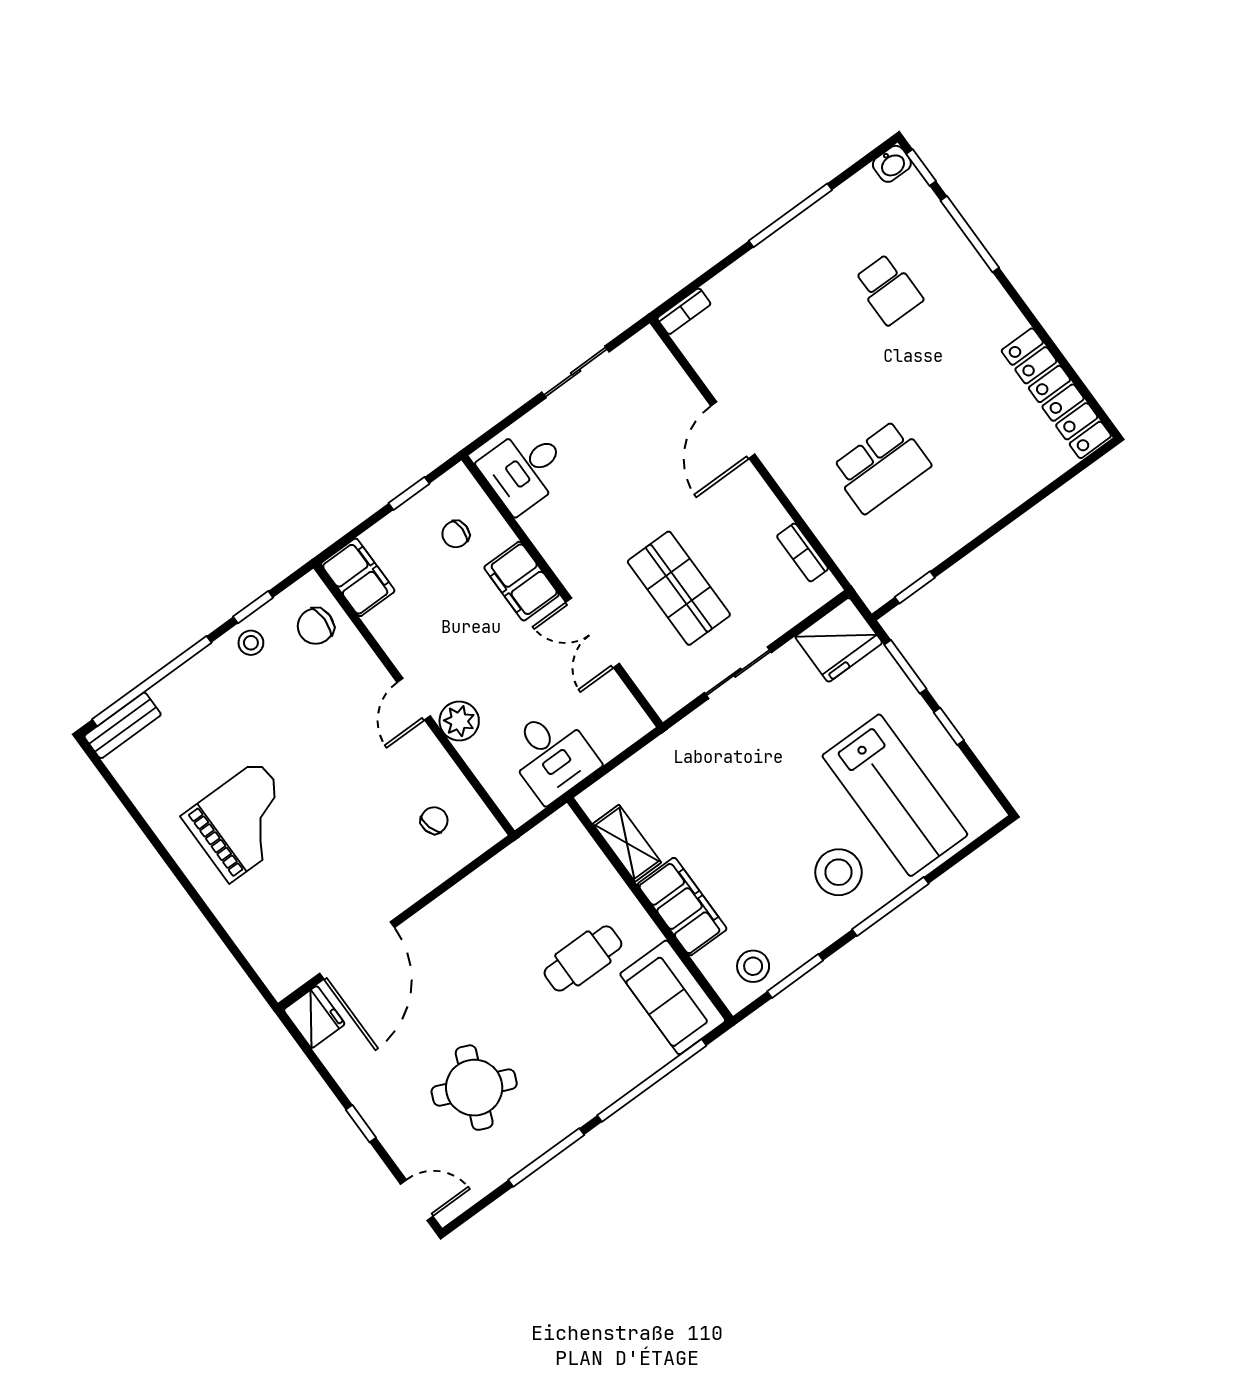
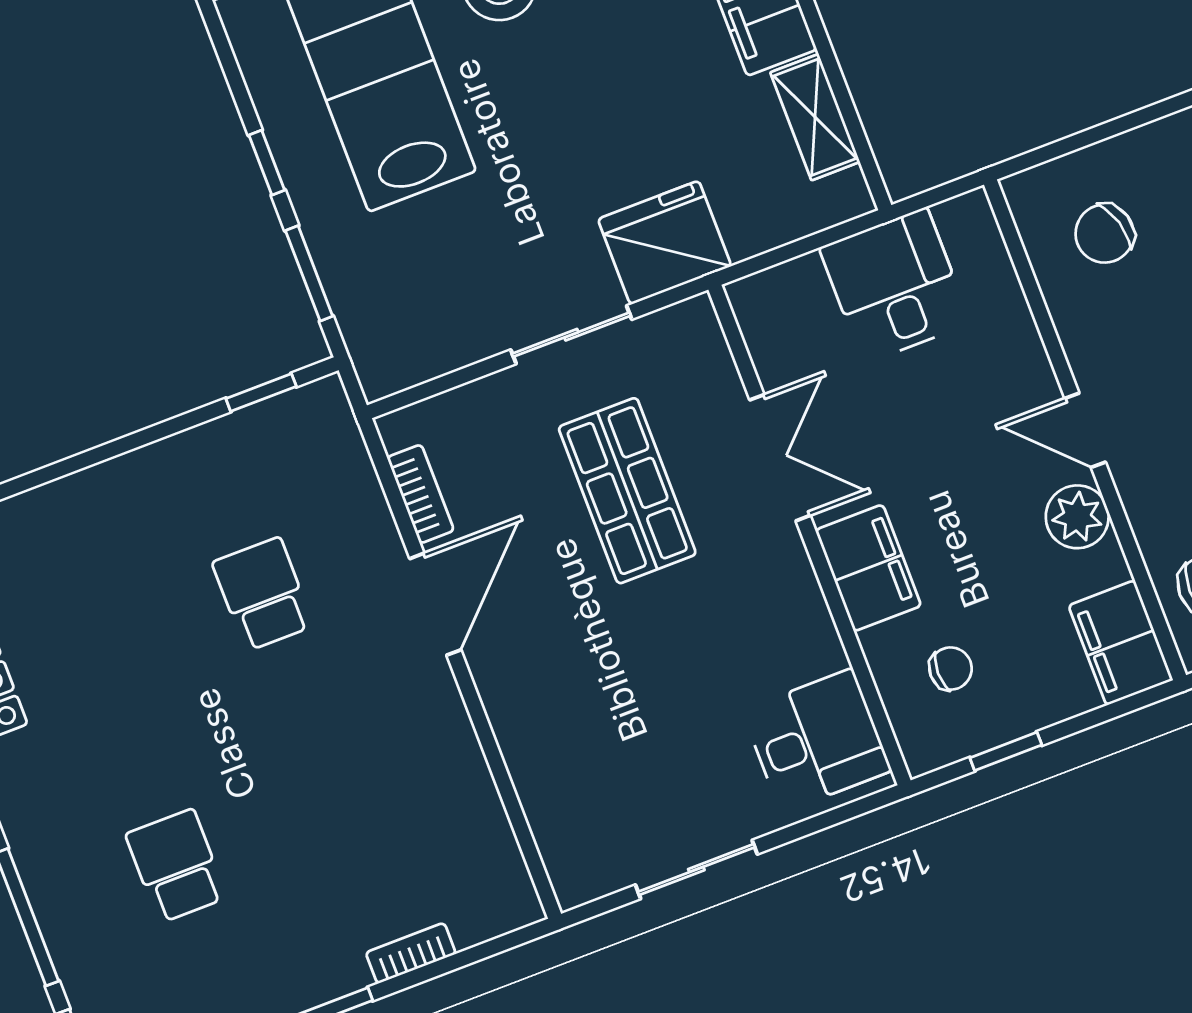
bookcase: (684, 311) -> (411, 953), moved
door: (733, 430) -> (435, 604), moved
school desk: (881, 467) -> (263, 594), width x0.54
fridge: (839, 640) -> (665, 243), moved
door: (414, 699) -> (1085, 430), swing flipped
plant: (459, 721) -> (1077, 517), moved
chair: (434, 820) -> (1105, 234), width x1.37, depth x1.37

